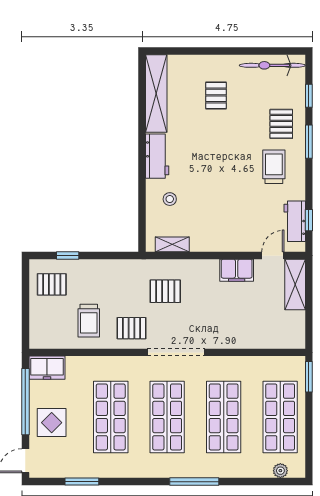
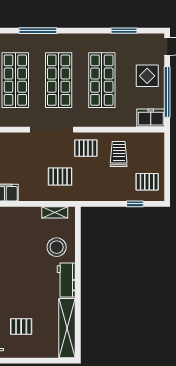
pallet: (216, 95) -> (21, 327), turned 90
stool: (170, 199) -> (57, 247), width x1.89, depth x1.89

